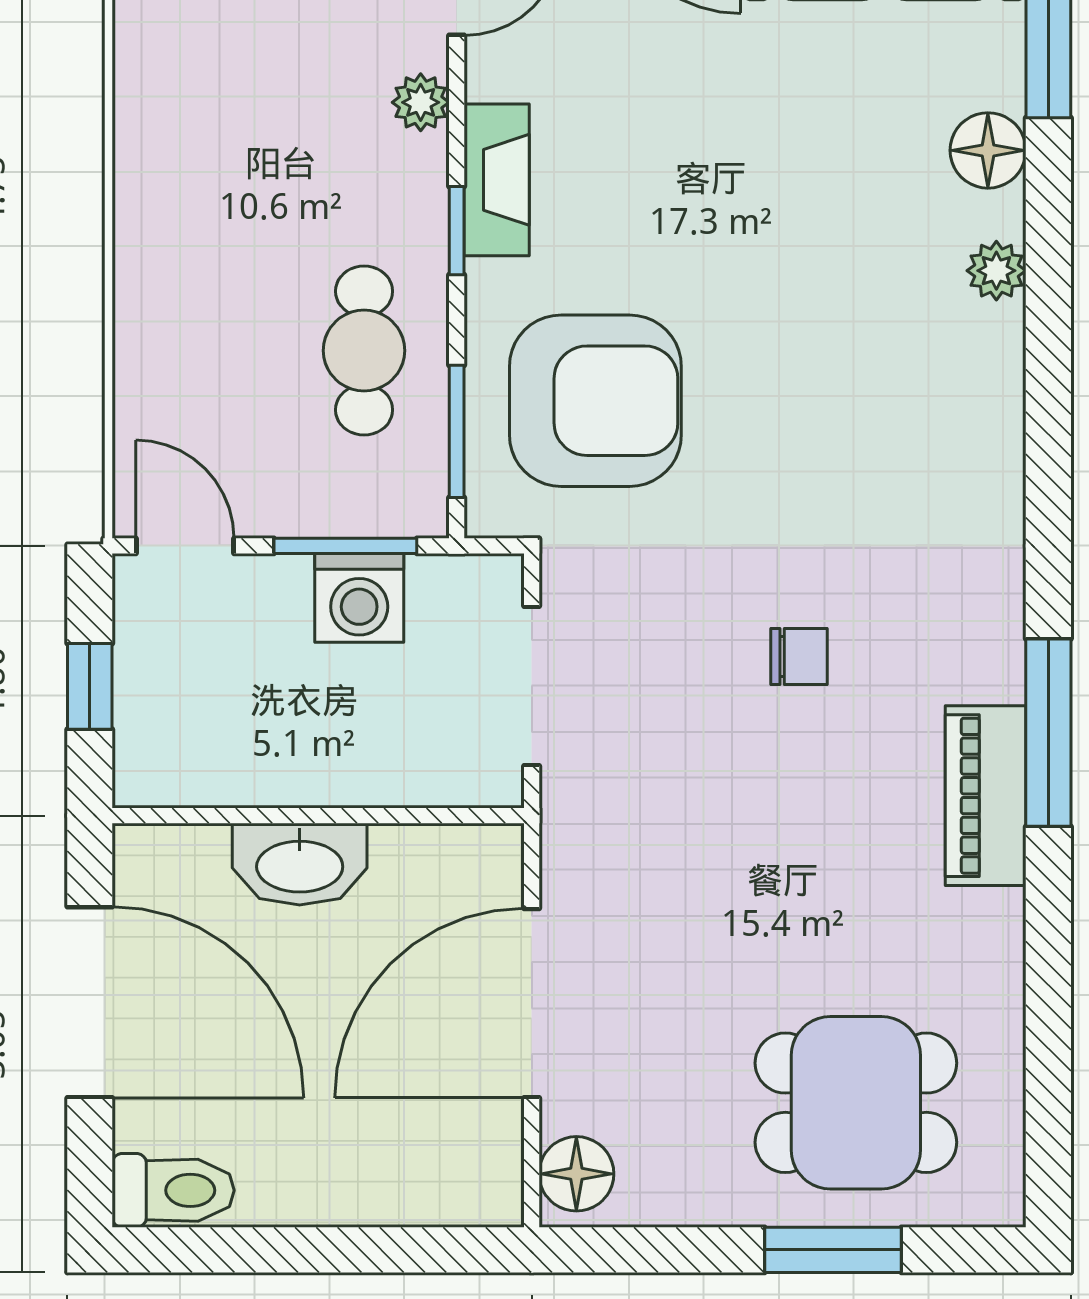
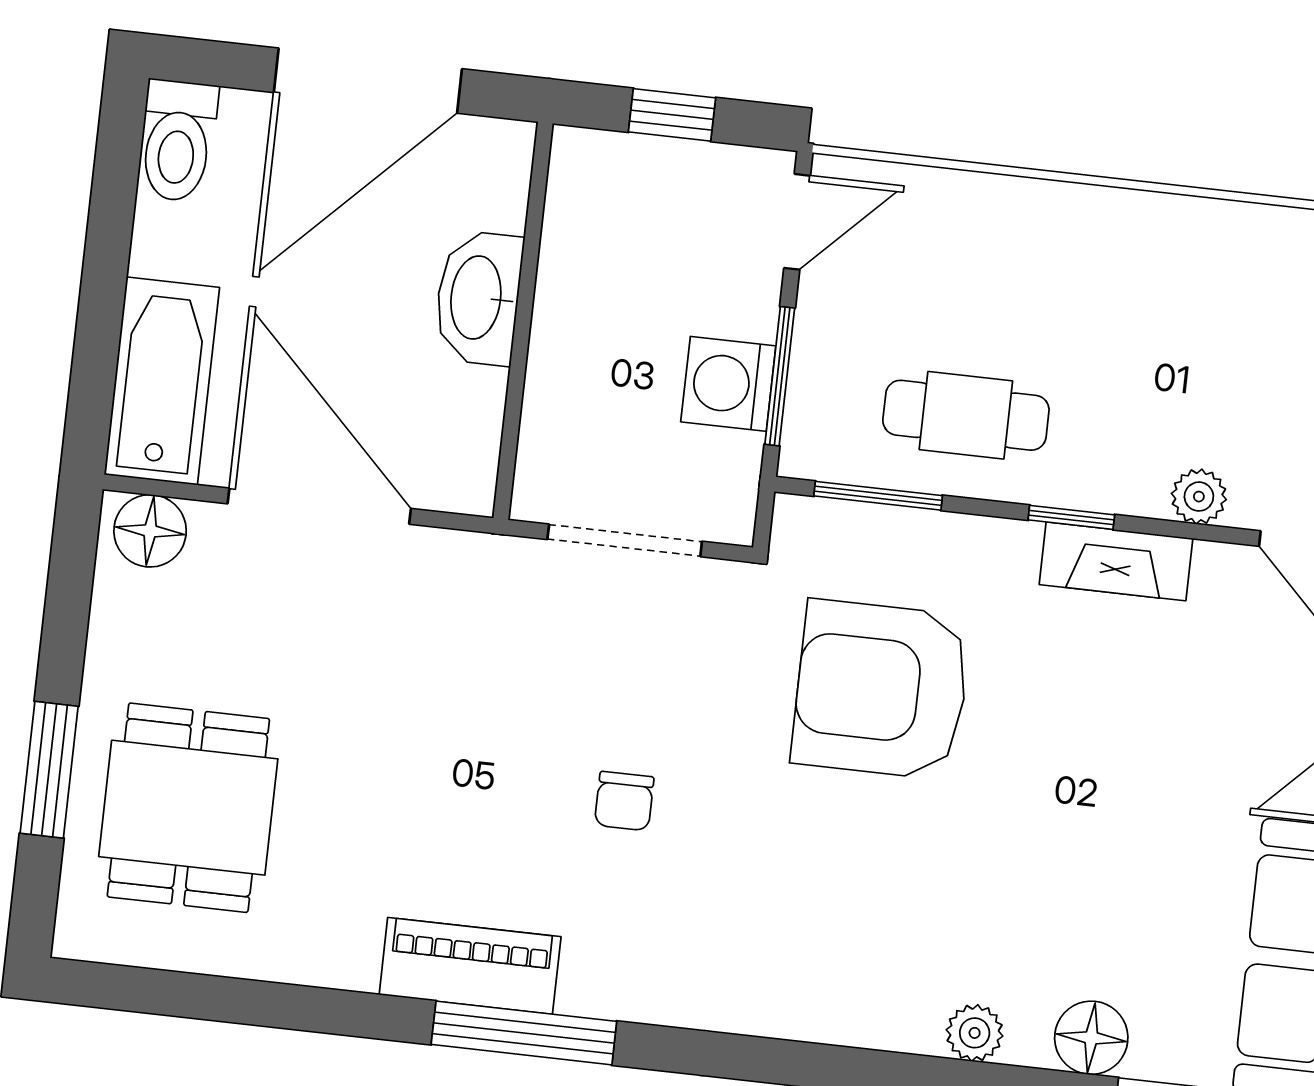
armchair: (595, 401) -> (881, 690), moved, turned 90
bathtub: (421, 1179) -> (162, 381), added

